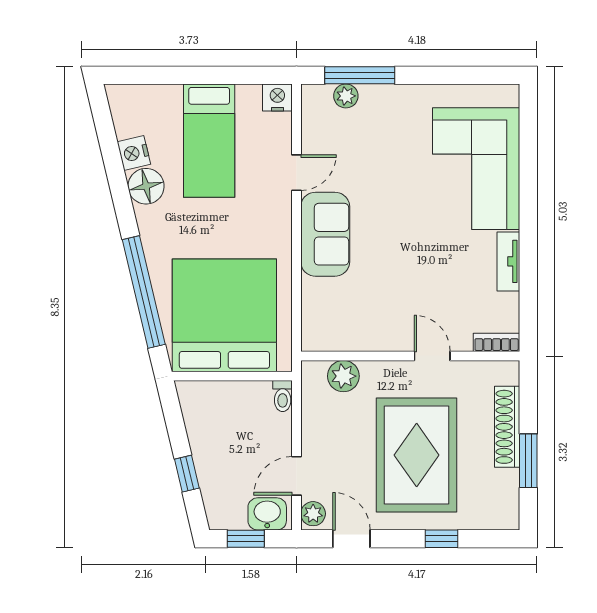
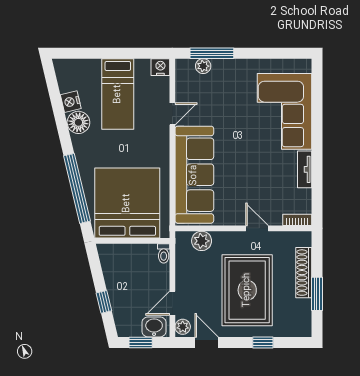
sofa: (325, 234) -> (194, 175), width x1.85, depth x1.27

